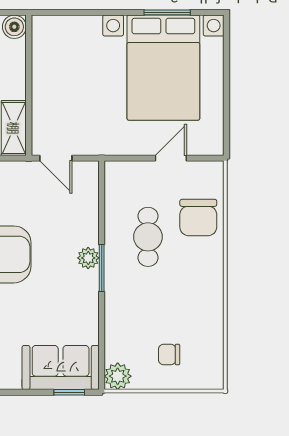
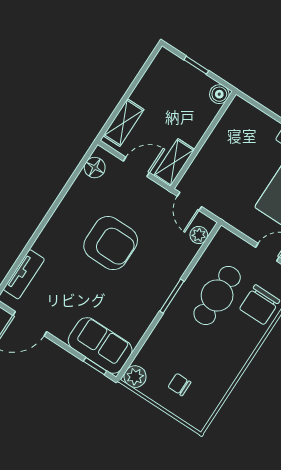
cafe table: (148, 237) -> (217, 296), width x1.37, depth x1.35
plant: (88, 258) -> (199, 235), moved

